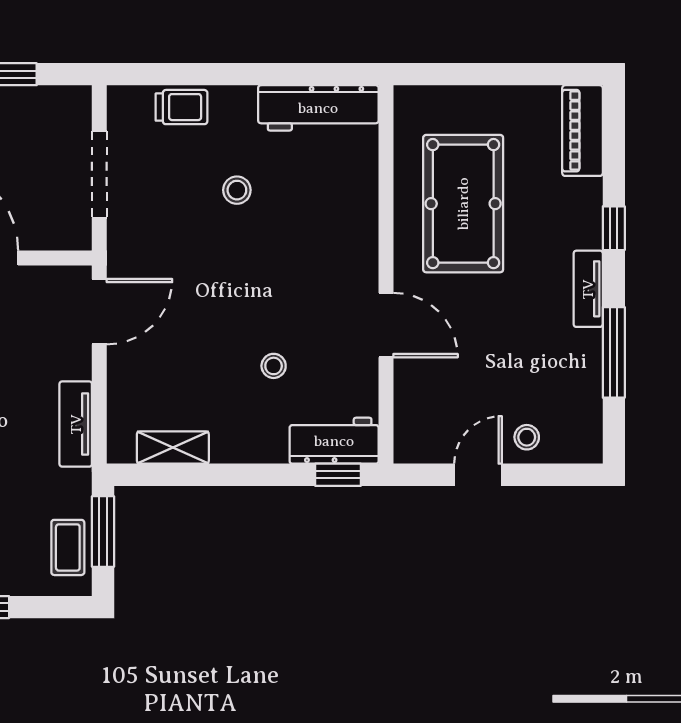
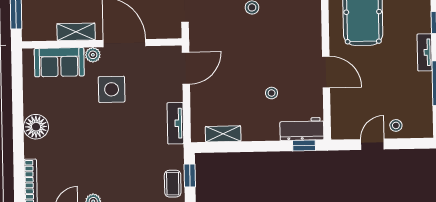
window: (103, 531) -> (190, 176), width x0.67

